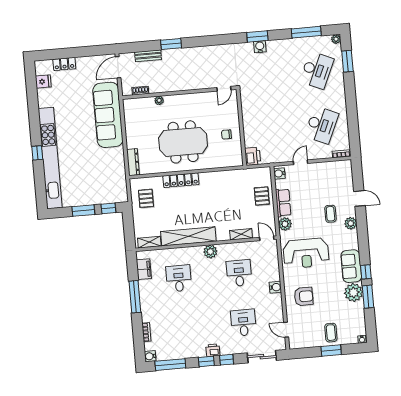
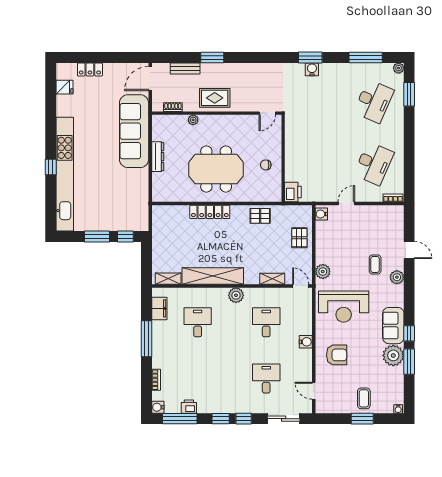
rug: (176, 79) -> (215, 98), added
dresser: (133, 162) -> (158, 157), moved
pallet: (146, 198) -> (260, 216), moved, turned 90
row of seats: (283, 203) -> (323, 247), removed
printer: (213, 350) -> (189, 407), moved

